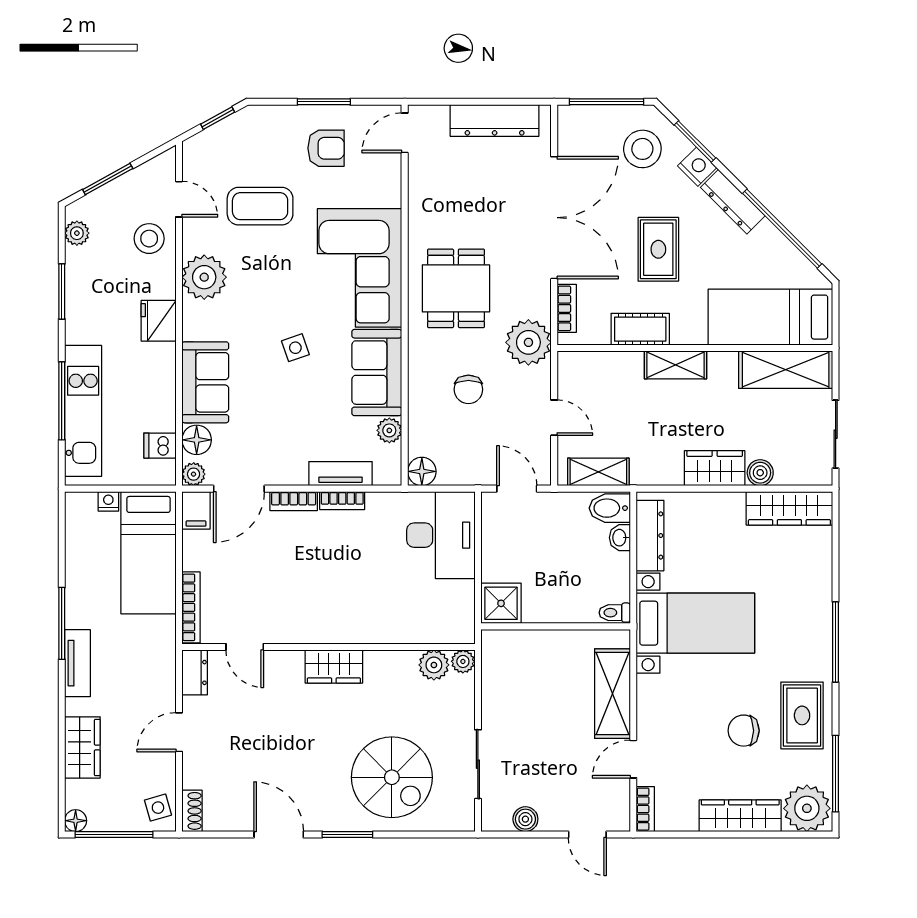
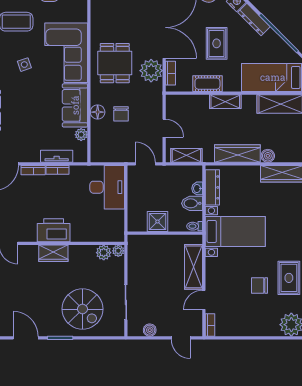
plant: (528, 342) -> (151, 71), moved
side table: (295, 348) -> (24, 65), moved
wardrobe: (715, 468) -> (237, 154), width x1.50
floor lamp: (422, 471) -> (98, 112), moved
bidet: (610, 508) -> (192, 203), moved
shower: (501, 603) -> (158, 222), moved
printer: (335, 621) -> (54, 230), added
wardrobe: (740, 816) -> (258, 328), removed

